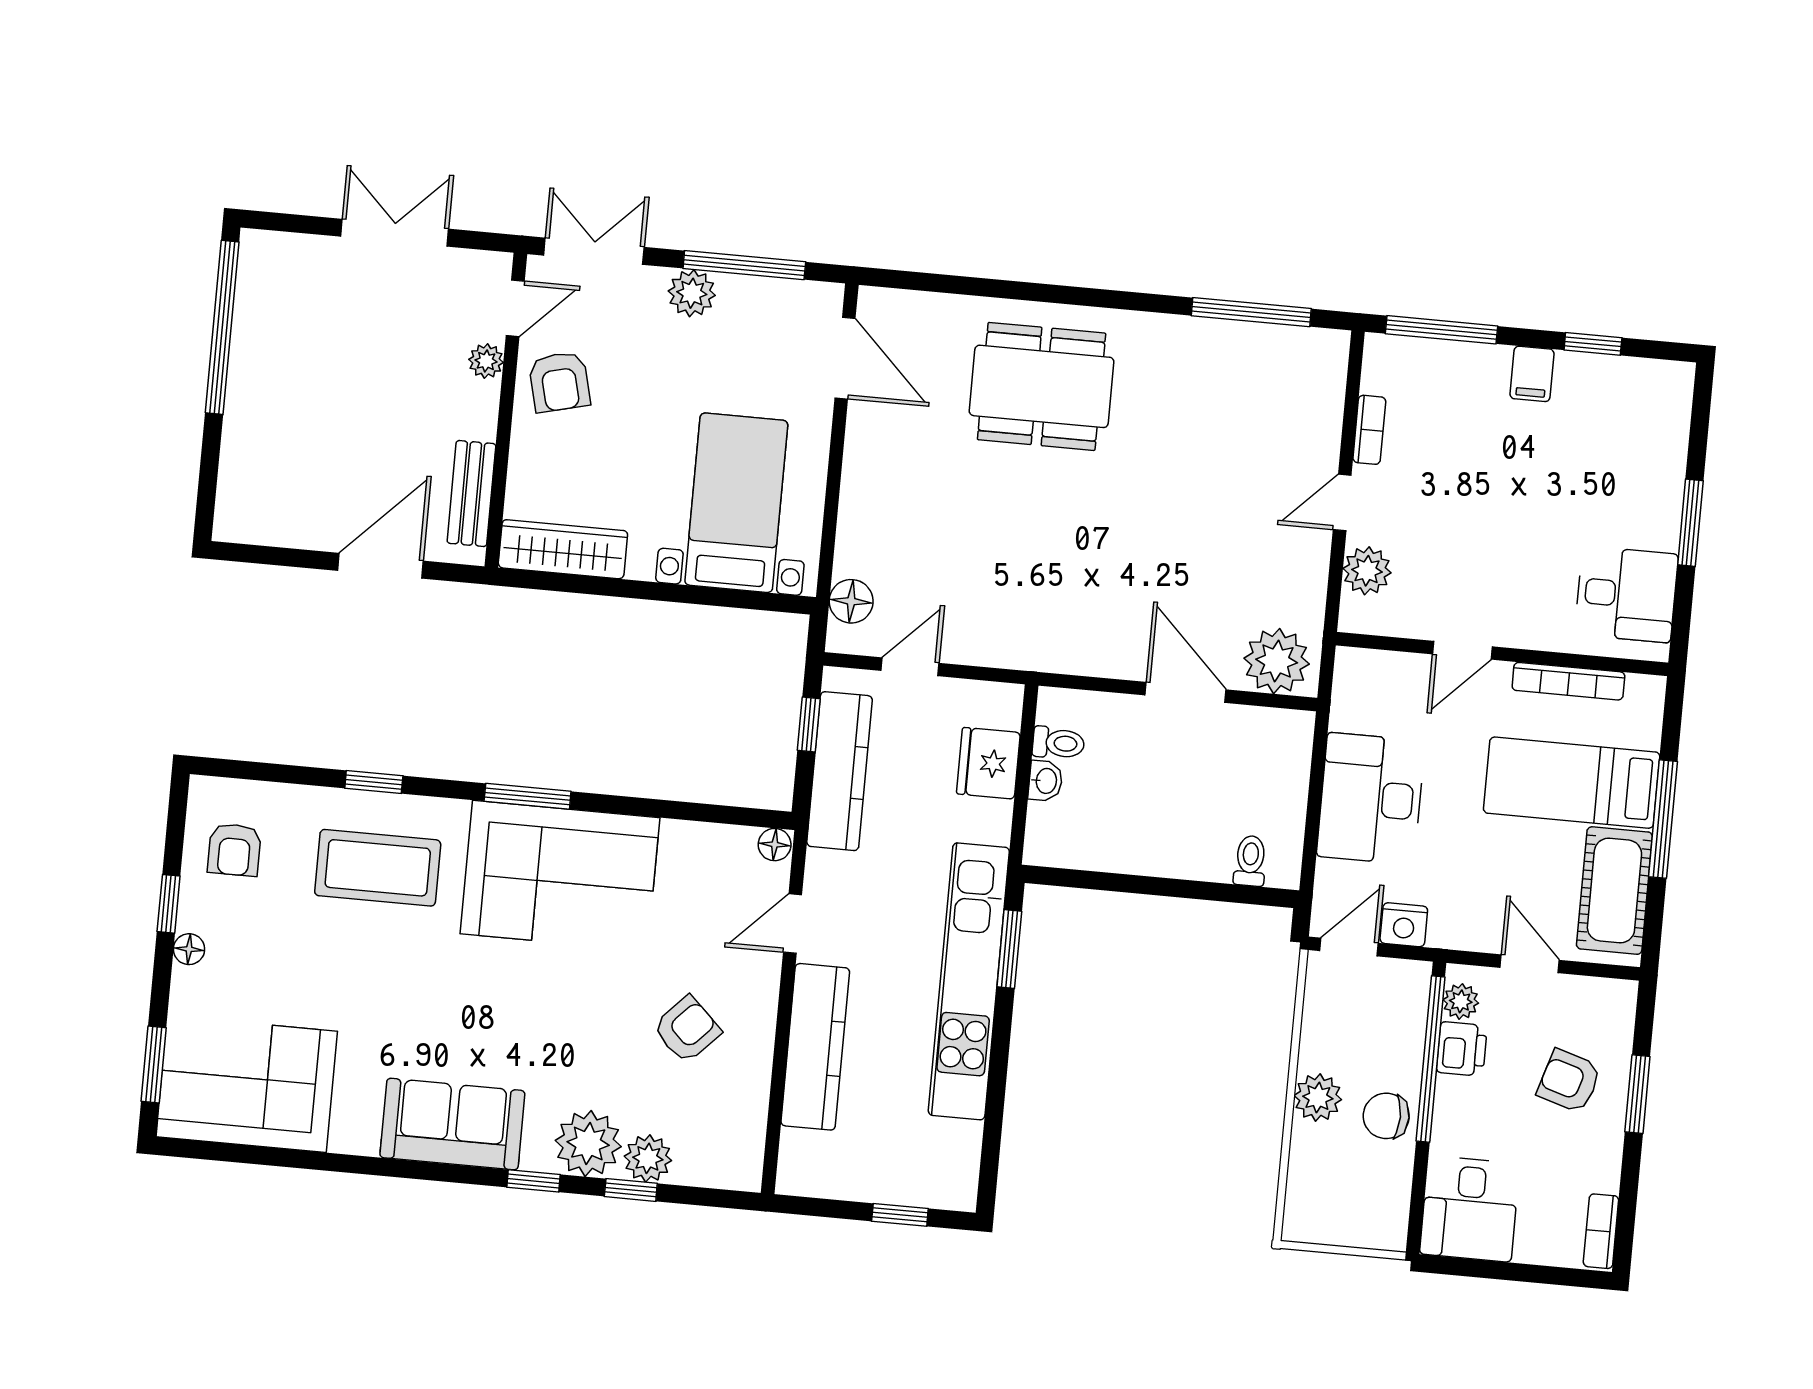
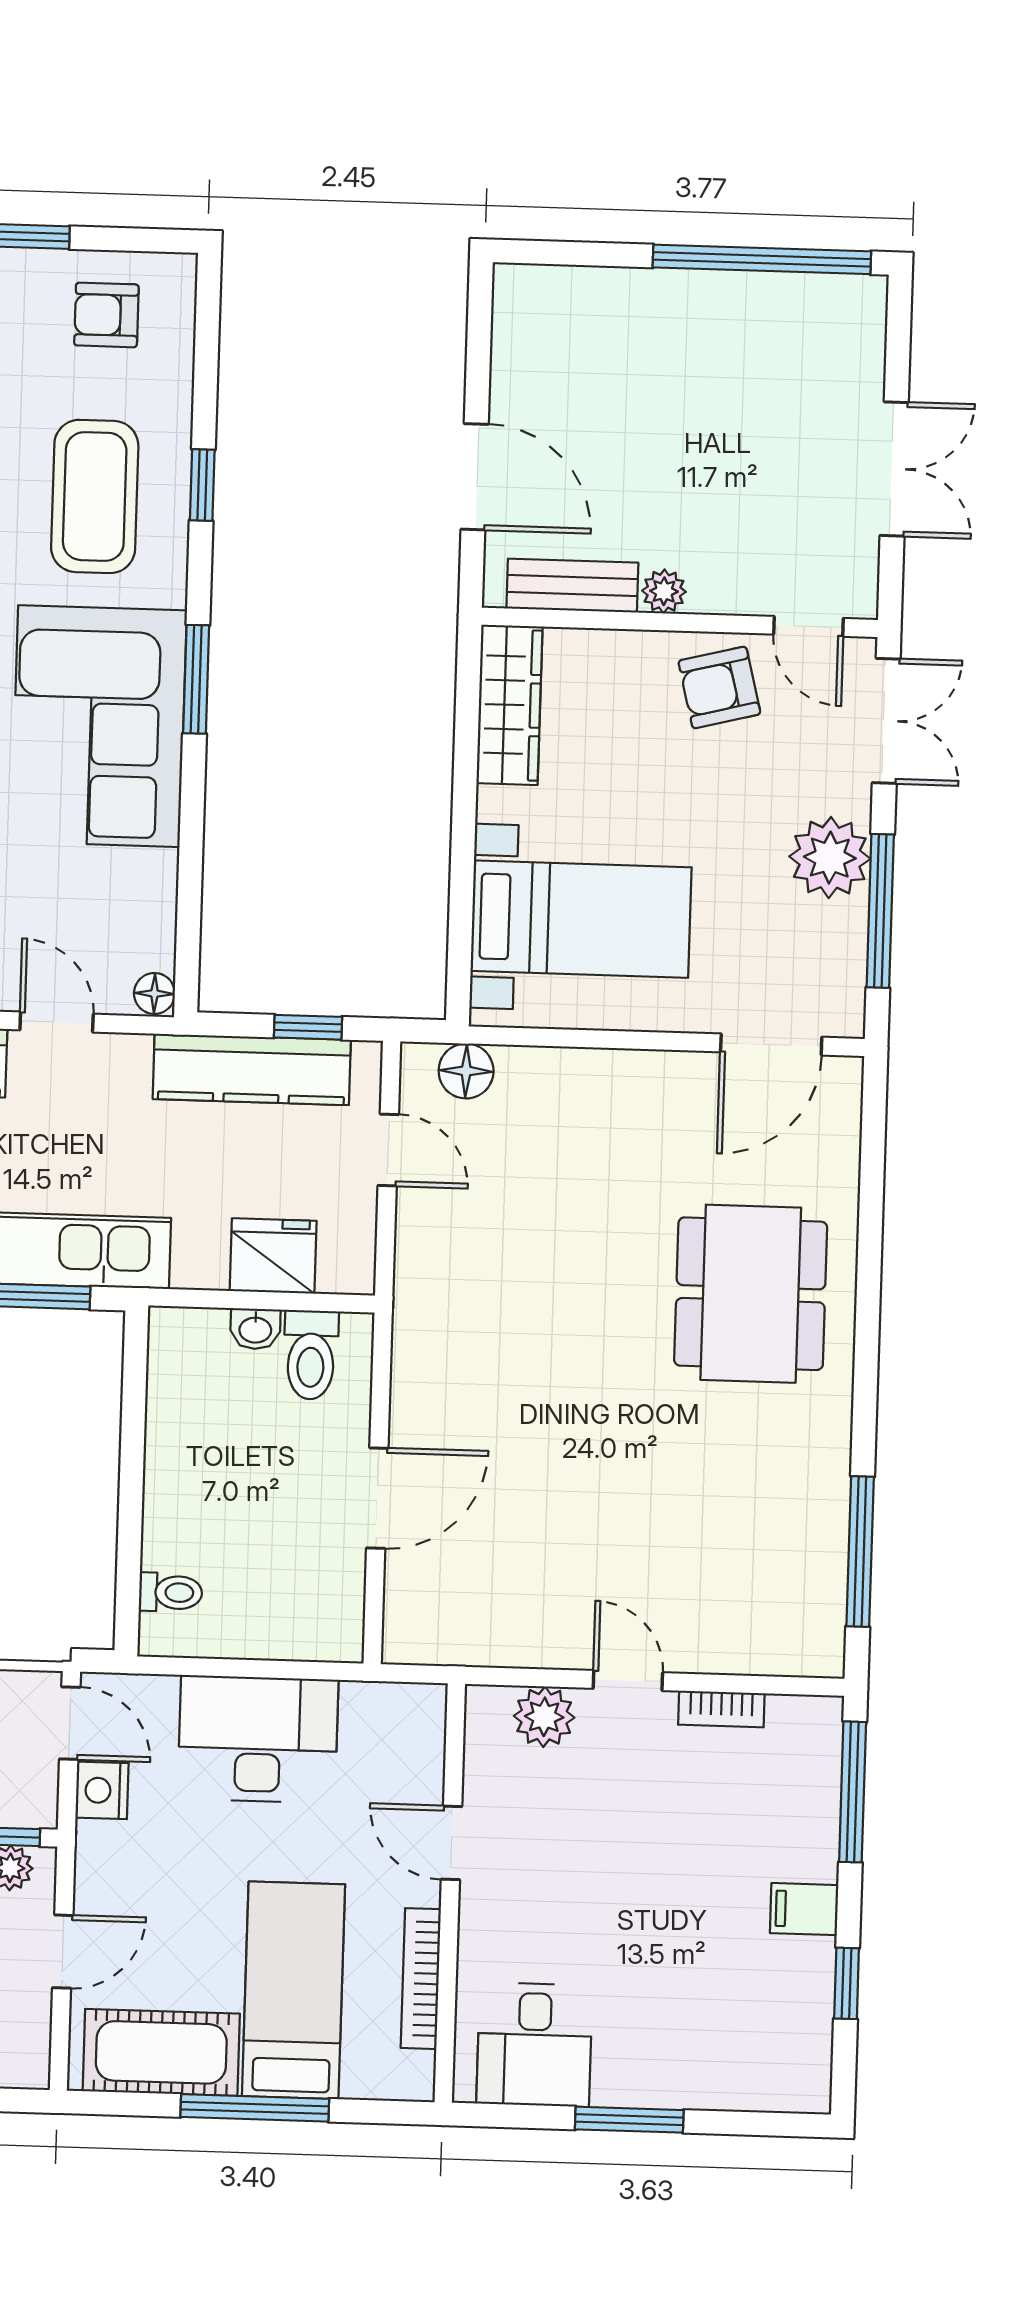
plant: (692, 293) -> (830, 858), width x1.36, depth x1.36
plant: (486, 361) -> (664, 591), moved
plant: (1277, 661) -> (424, 1610), removed
toilet: (1058, 743) -> (311, 1355), width x1.37, depth x1.39

